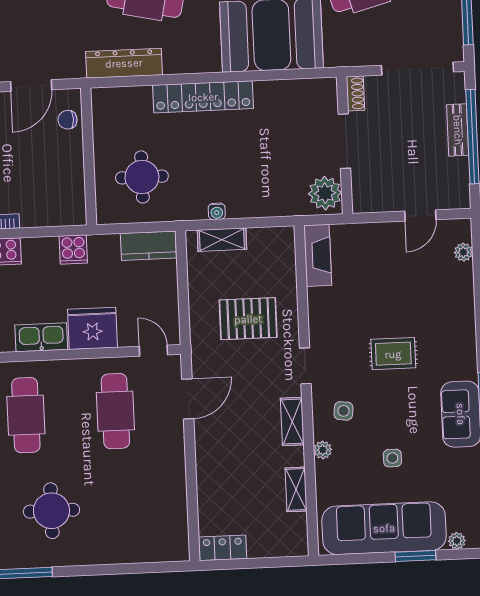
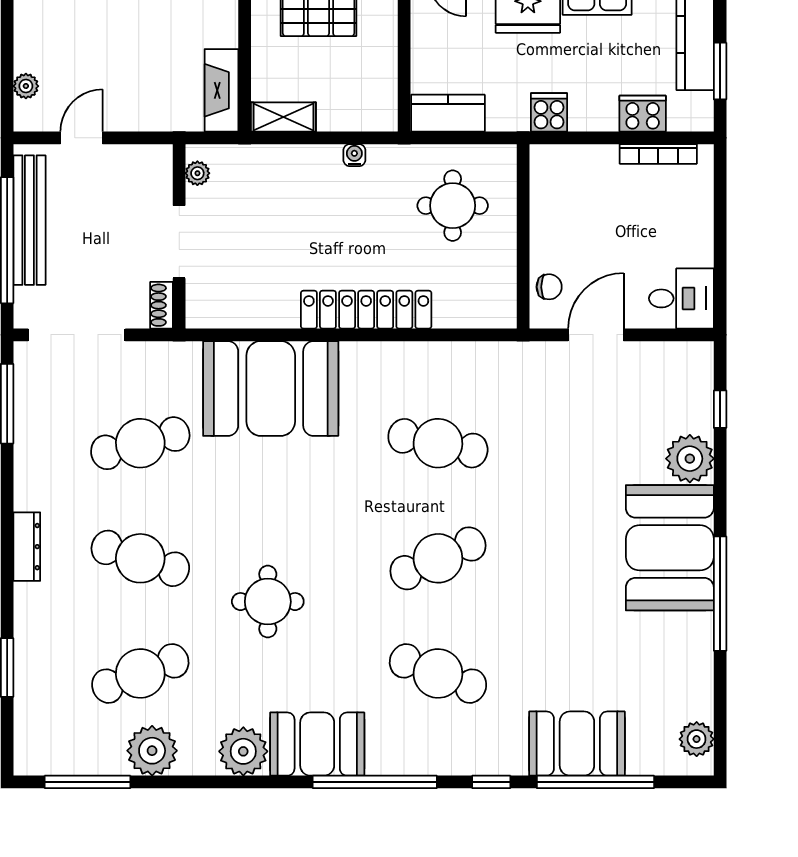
dresser: (124, 63) -> (470, 359), removed
bench: (458, 130) -> (29, 220), width x1.86, depth x1.21
plant: (325, 193) -> (197, 173), width x0.53, depth x0.53
shelving: (222, 240) -> (283, 117), moved

